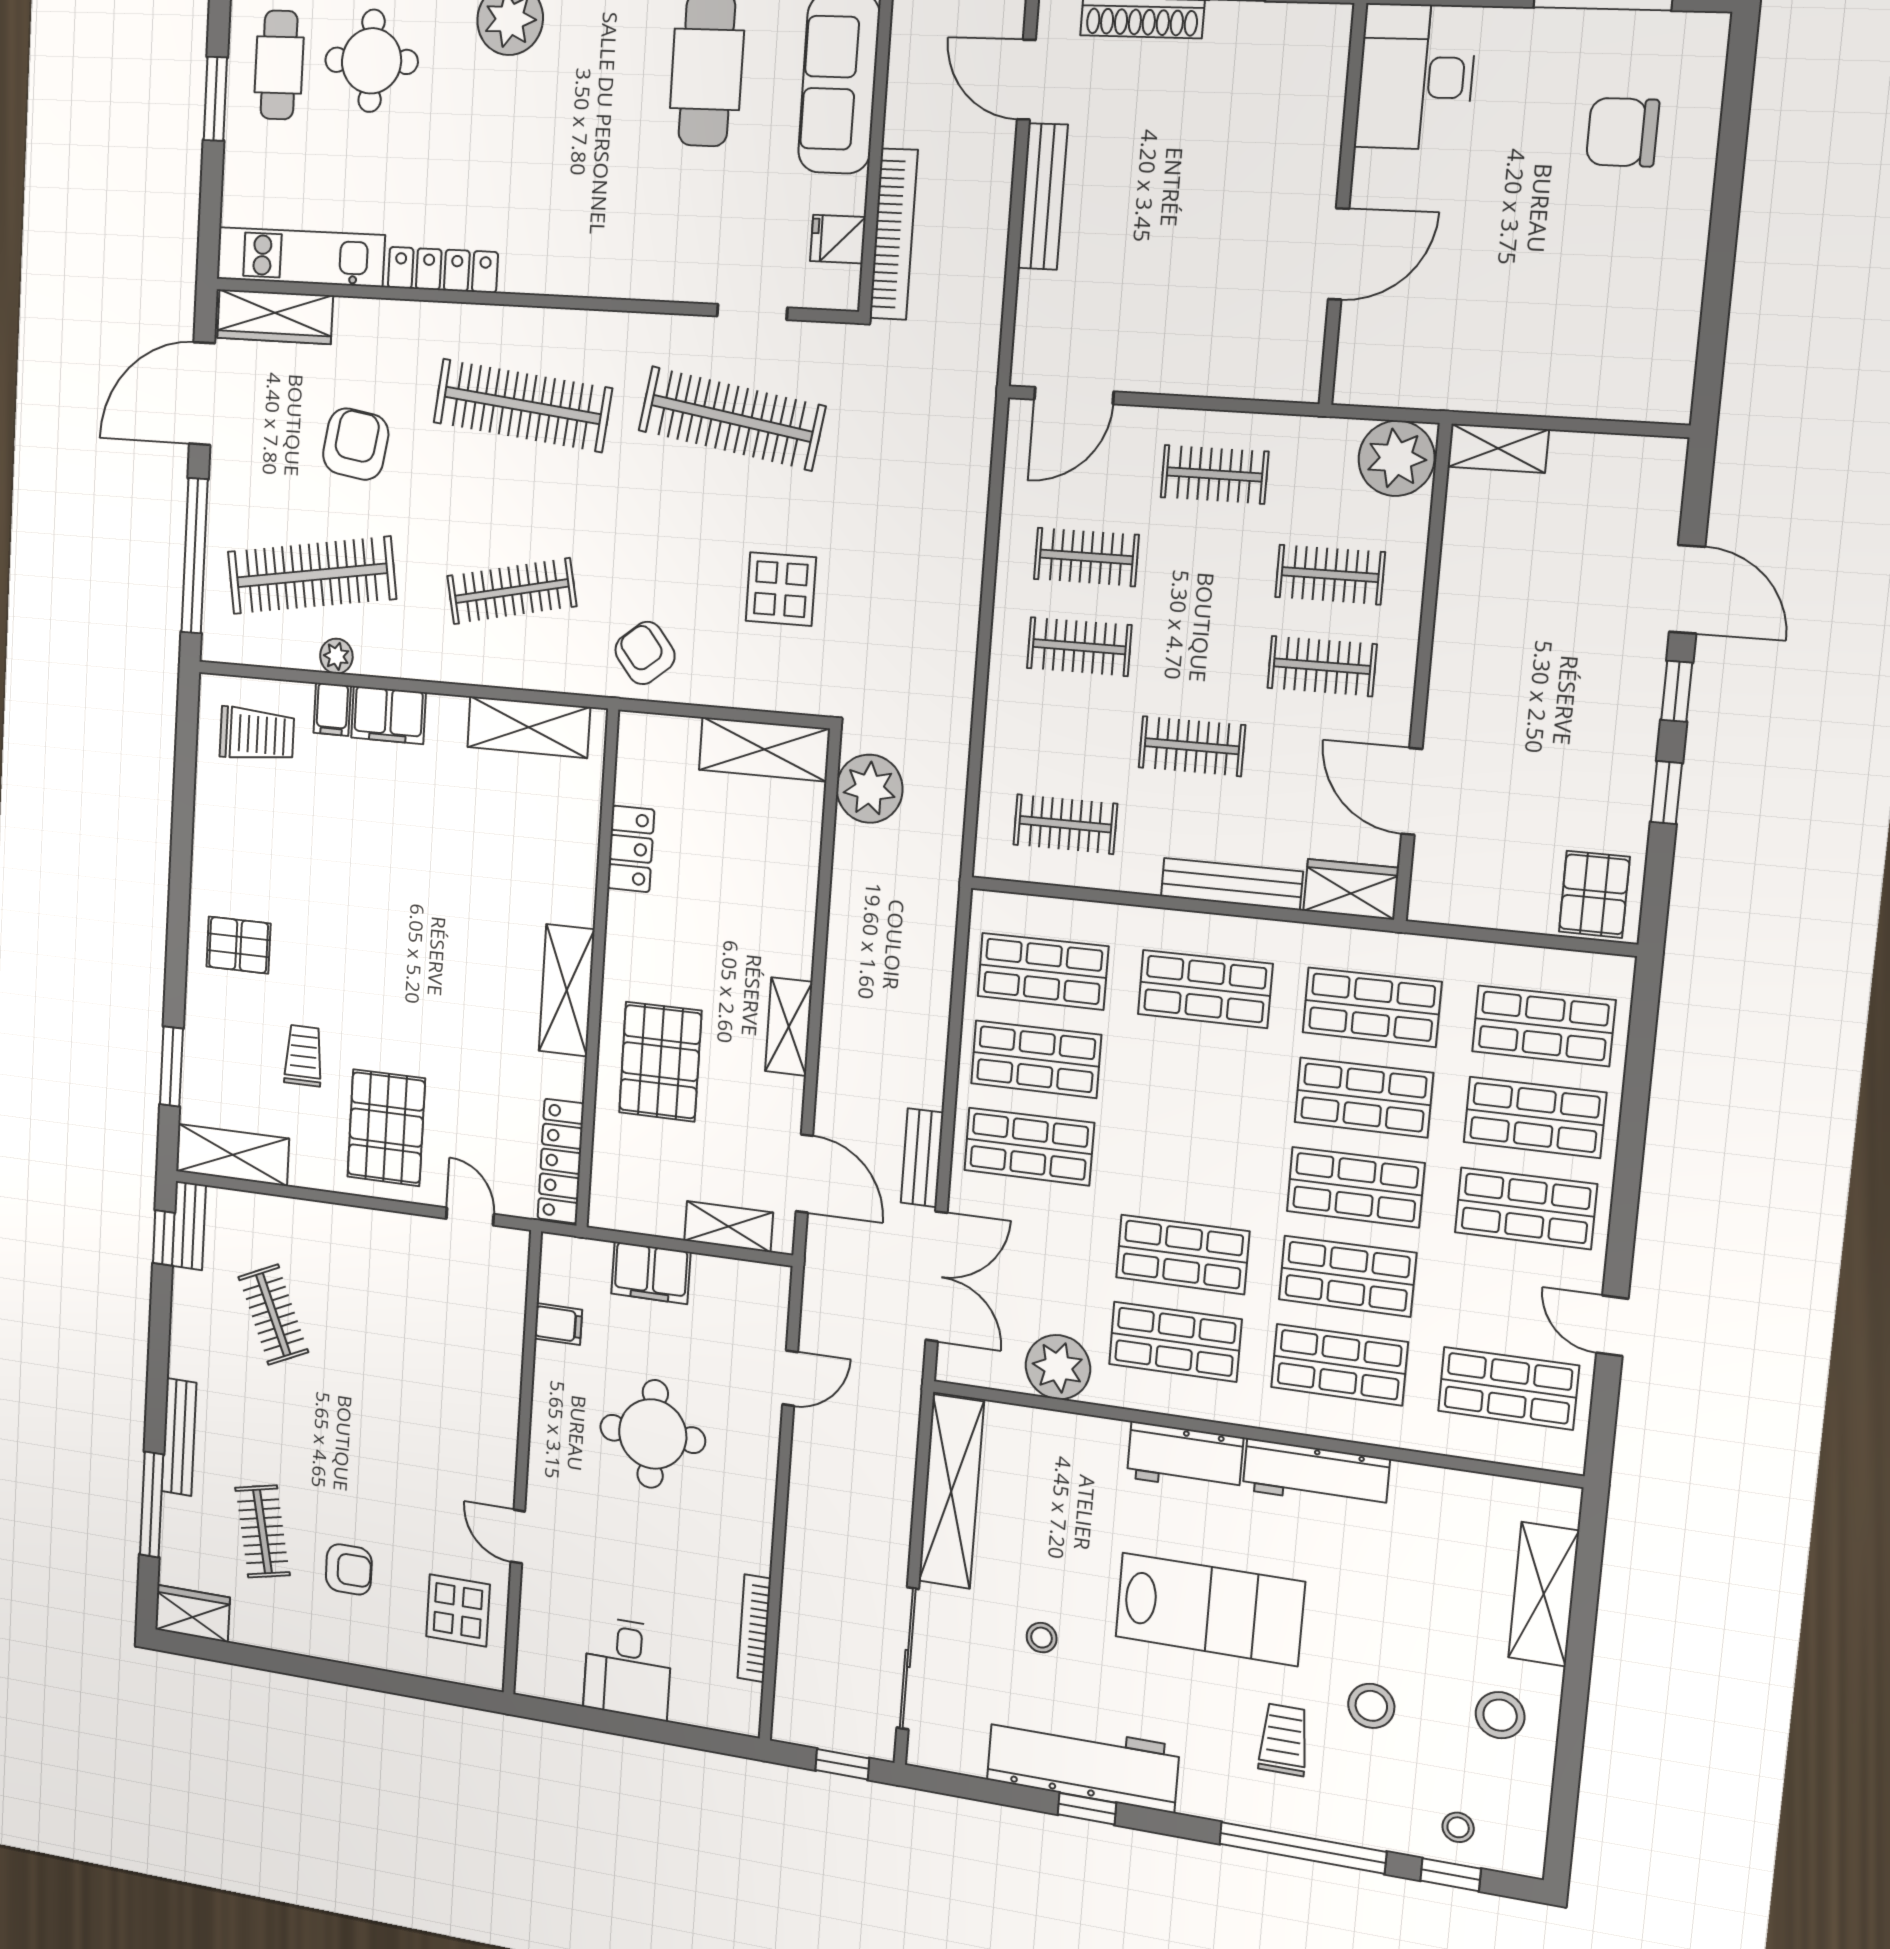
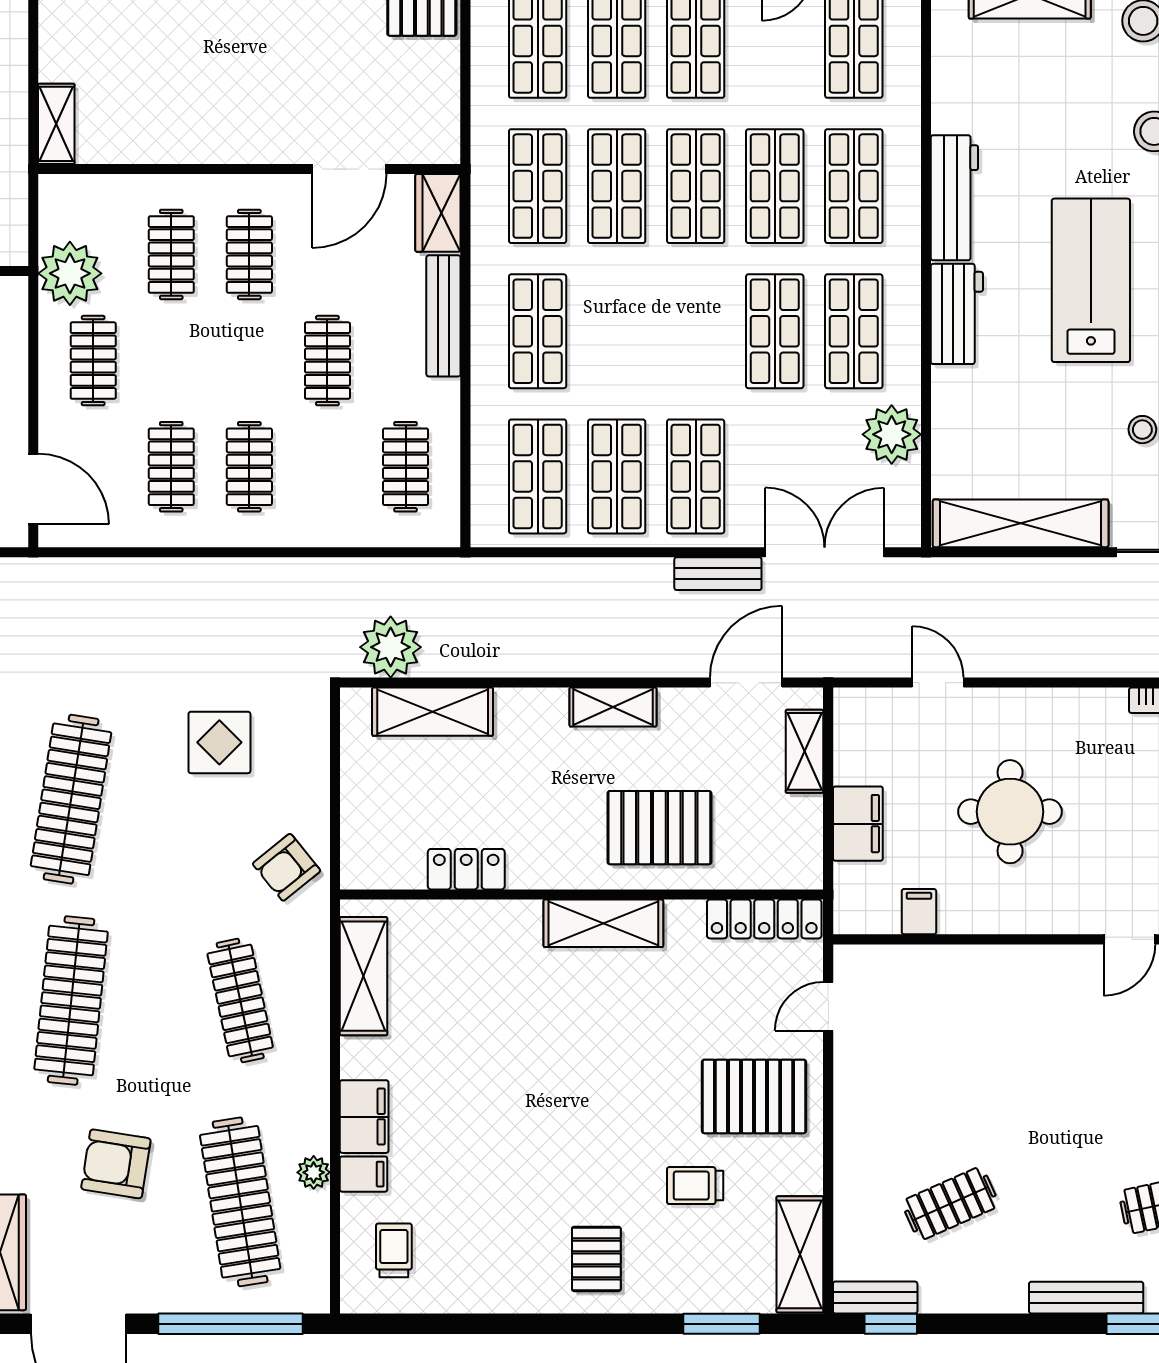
plant: (1396, 458) -> (70, 273), moved
trolley: (257, 734) -> (394, 1250), width x0.73, depth x0.72
shelving: (764, 749) -> (433, 712), moved, turned 90

